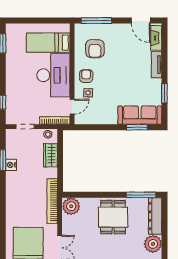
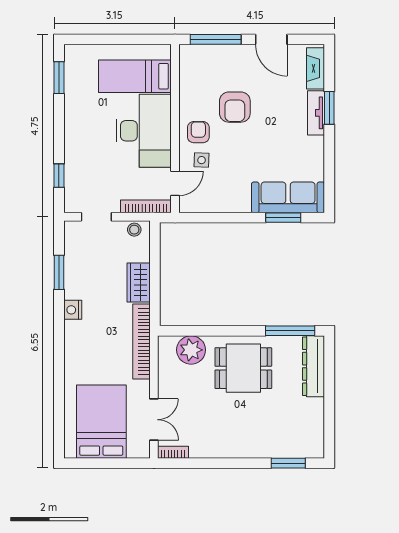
door: (141, 21) -> (271, 39), moved
armchair: (95, 49) -> (235, 107), moved
window: (164, 93) -> (329, 108), moved
wardrobe: (50, 155) -> (139, 283), moved
nightstand: (11, 165) -> (73, 310), moved
plant: (71, 206) -> (191, 350), moved
dining table: (113, 217) -> (243, 368), turned 90
plant: (153, 244) -> (310, 413), removed

